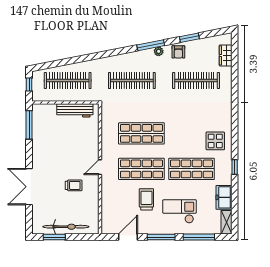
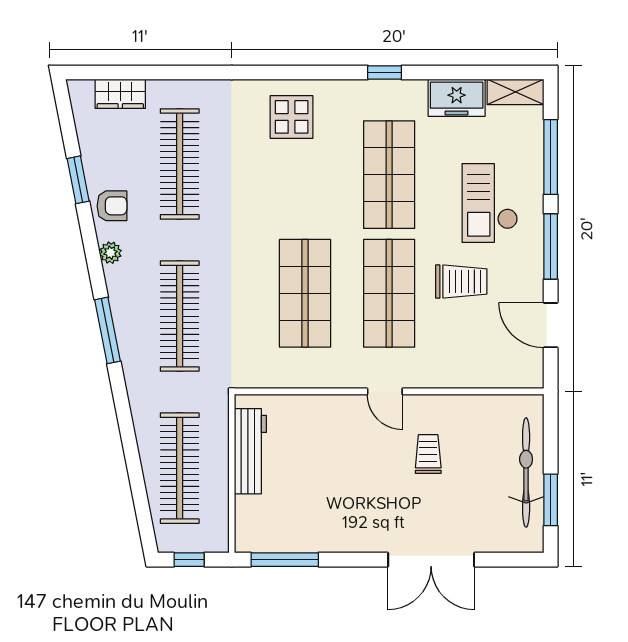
window: (151, 45) -> (108, 330), moved
display table: (215, 141) -> (292, 117), moved
trolley: (146, 199) -> (461, 281), turned 180

